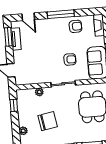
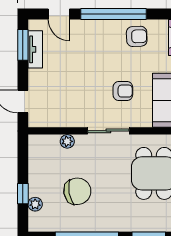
window: (61, 14) -> (114, 14), width x1.46
window: (14, 105) -> (23, 194), moved

